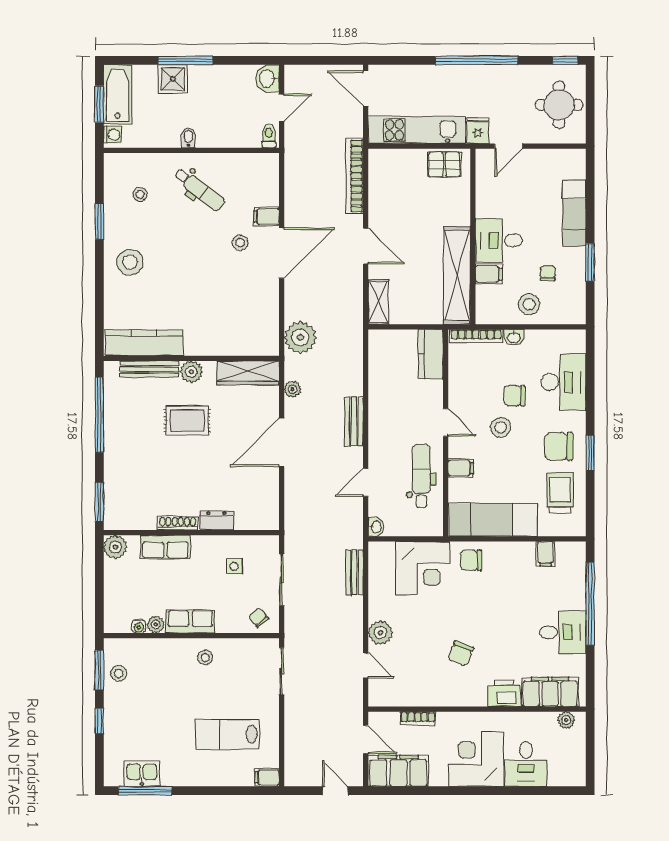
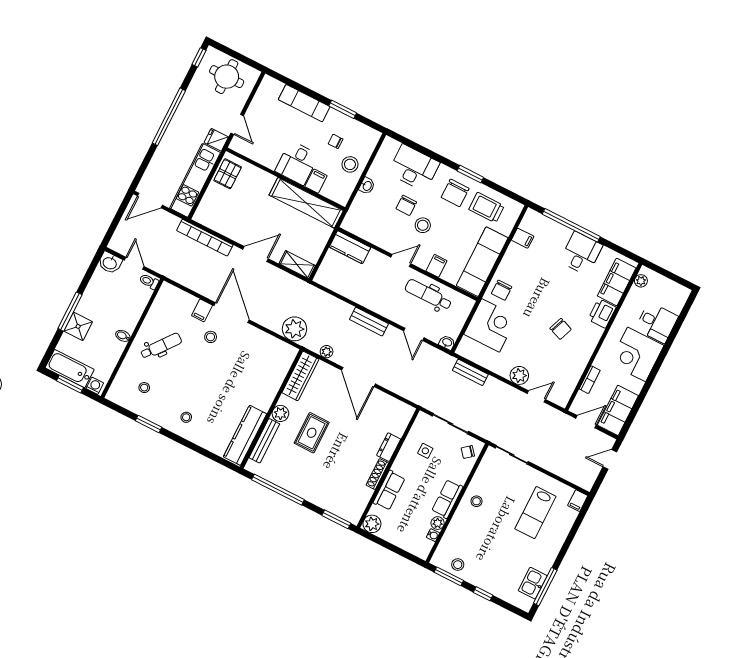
stool: (130, 262) -> (186, 417), width x0.53, depth x0.53
bookcase: (476, 336) -> (353, 211), removed

